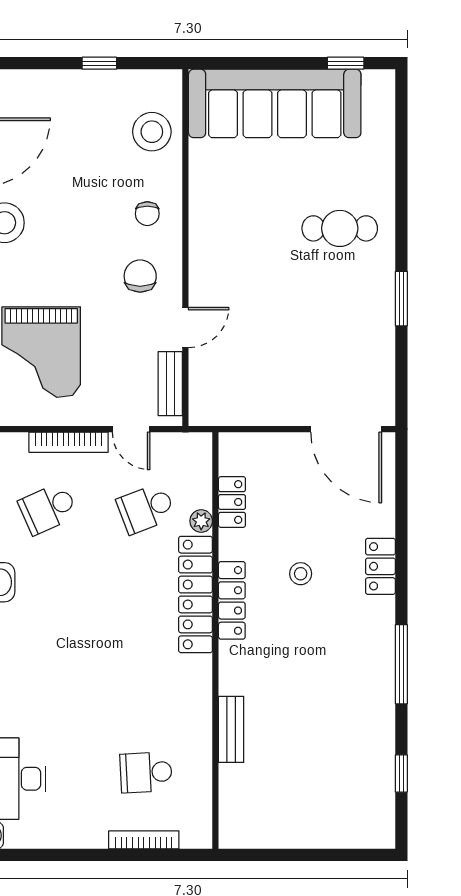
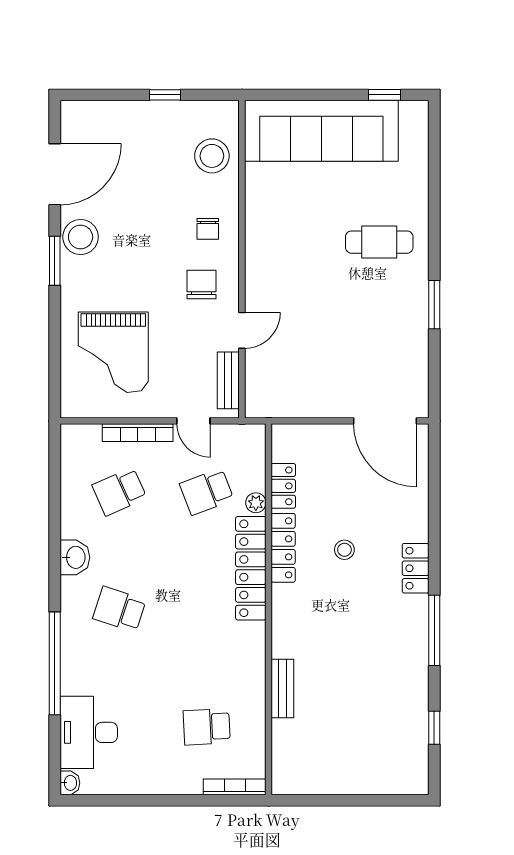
locker: (380, 566) -> (416, 568), moved
locker: (232, 600) -> (283, 548), moved
school desk: (48, 640) -> (119, 609), added
bookcase: (144, 840) -> (235, 787), moved

